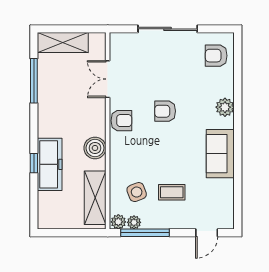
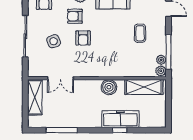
shelving: (63, 43) -> (35, 97), moved
armchair: (121, 121) -> (75, 16), moved, turned -90
side table: (137, 192) -> (54, 41), moved

